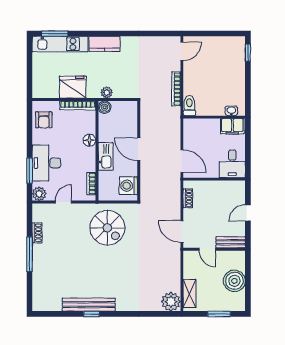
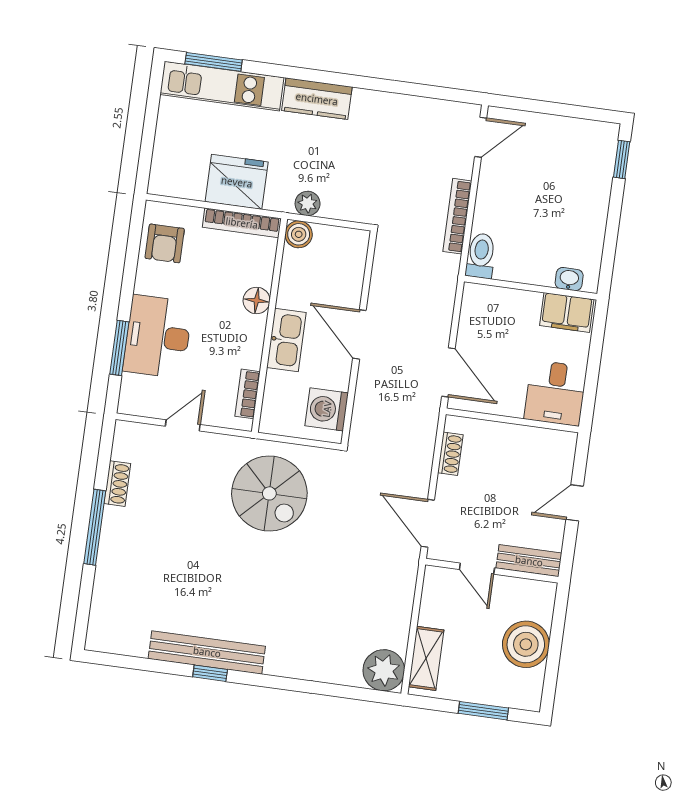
plant: (39, 194) -> (133, 400), removed

